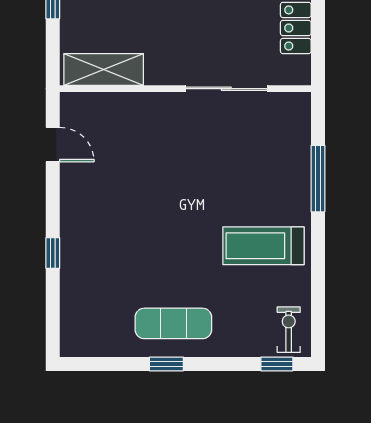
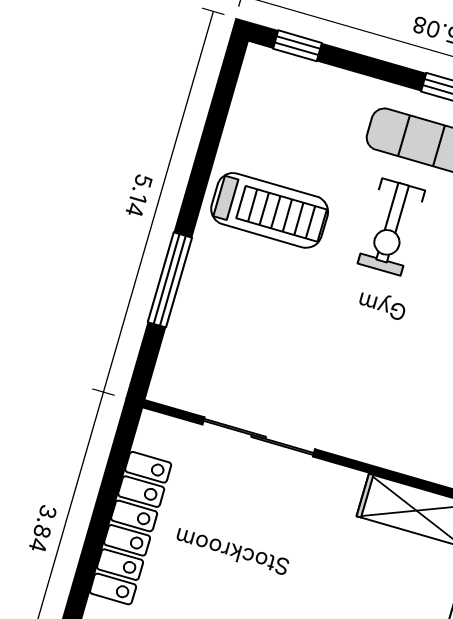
exercise bike: (289, 330) -> (391, 227), moved, width x1.38, depth x1.39

